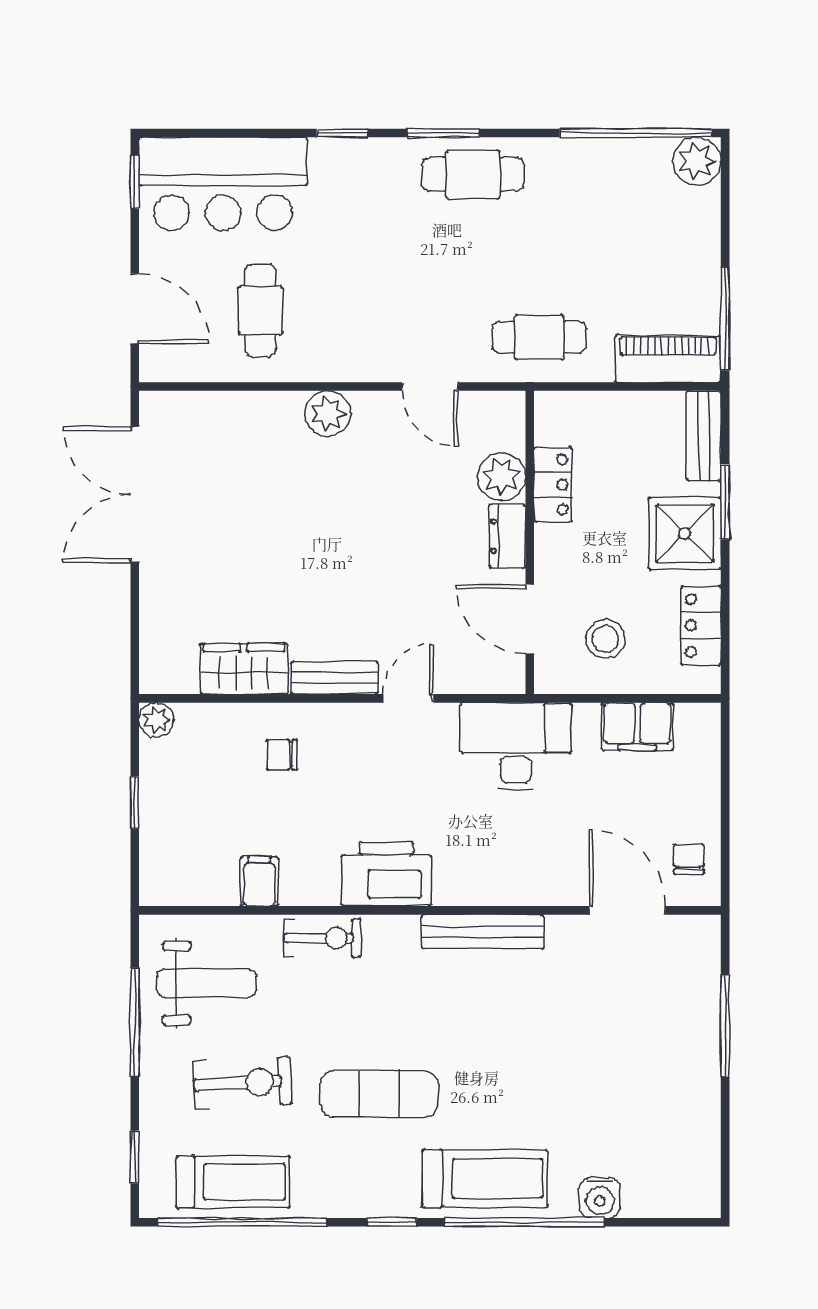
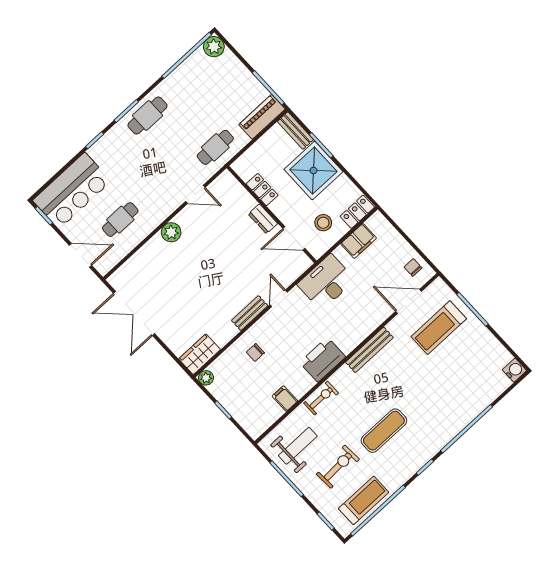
cafe table: (260, 311) -> (120, 220), turned 90
plant: (502, 477) -> (244, 202), removed
shower: (685, 533) -> (313, 171), width x1.37, depth x1.37
locker: (701, 626) -> (357, 212), moved, turned 90
wardrobe: (244, 669) -> (200, 354), moved
treadmill: (485, 1179) -> (439, 328), moved, turned 180
water cooler: (600, 1198) -> (514, 370), moved, turned -90

